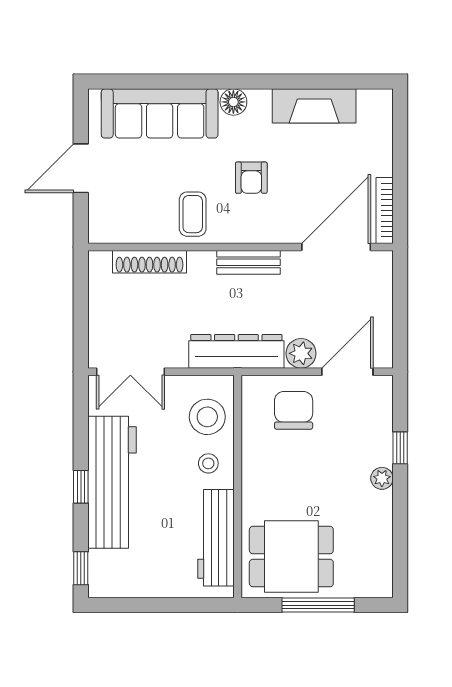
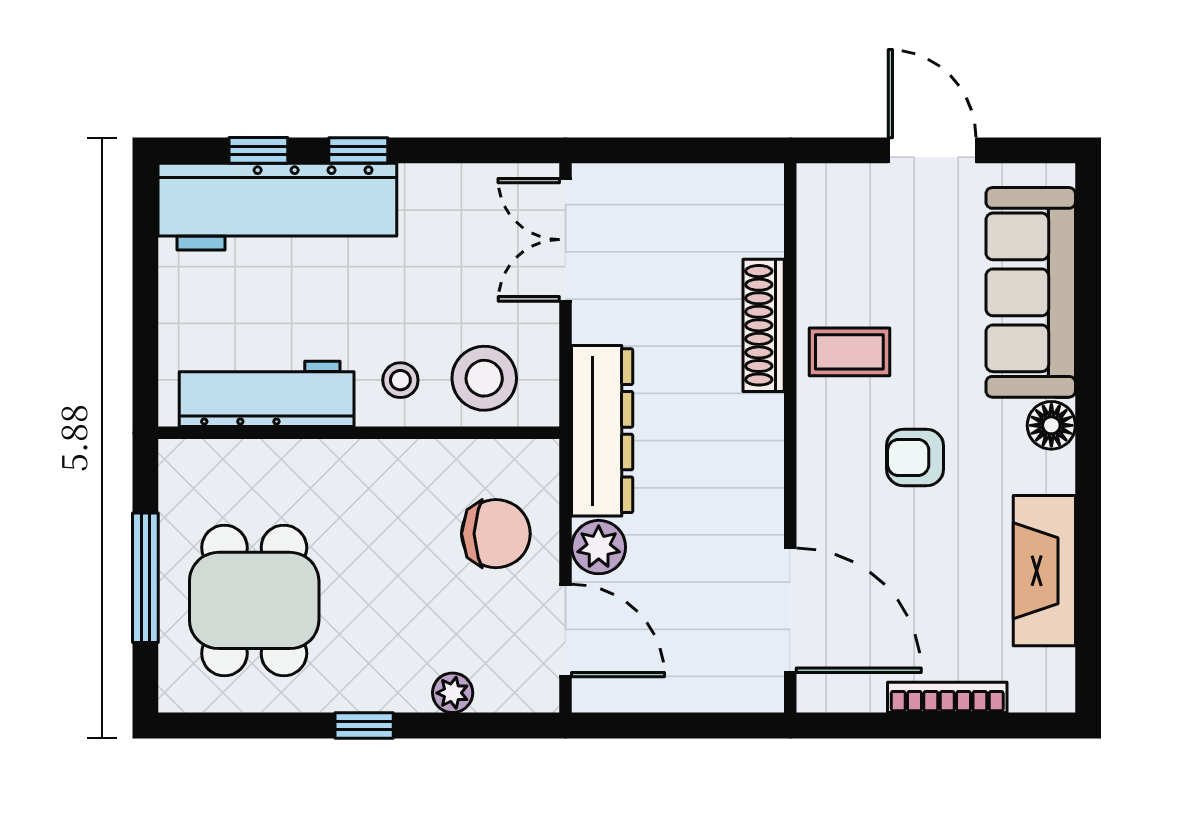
bookcase: (385, 210) -> (947, 697), moved
shoe rack: (149, 262) -> (764, 325), moved
bench: (249, 262) -> (762, 453), removed
window: (400, 448) -> (364, 725), moved
plant: (382, 478) -> (453, 693), moved
workbench: (112, 482) -> (277, 207), moved
dining table: (291, 557) -> (254, 600), moved
window: (81, 568) -> (258, 150), moved

